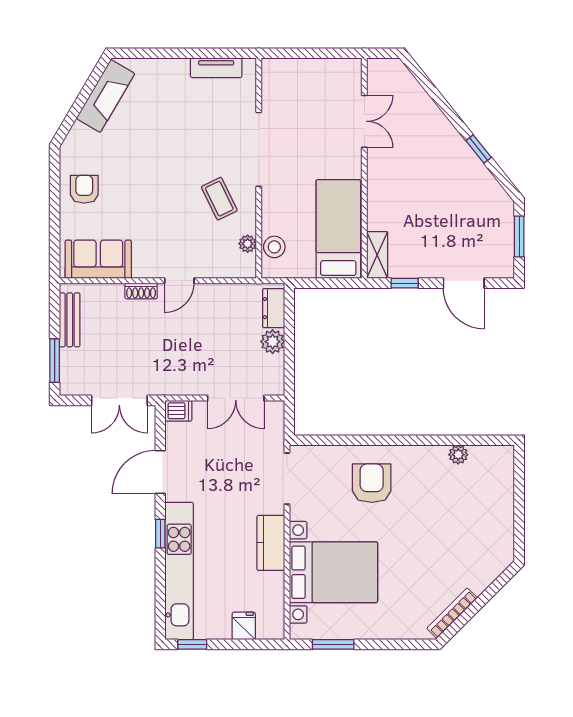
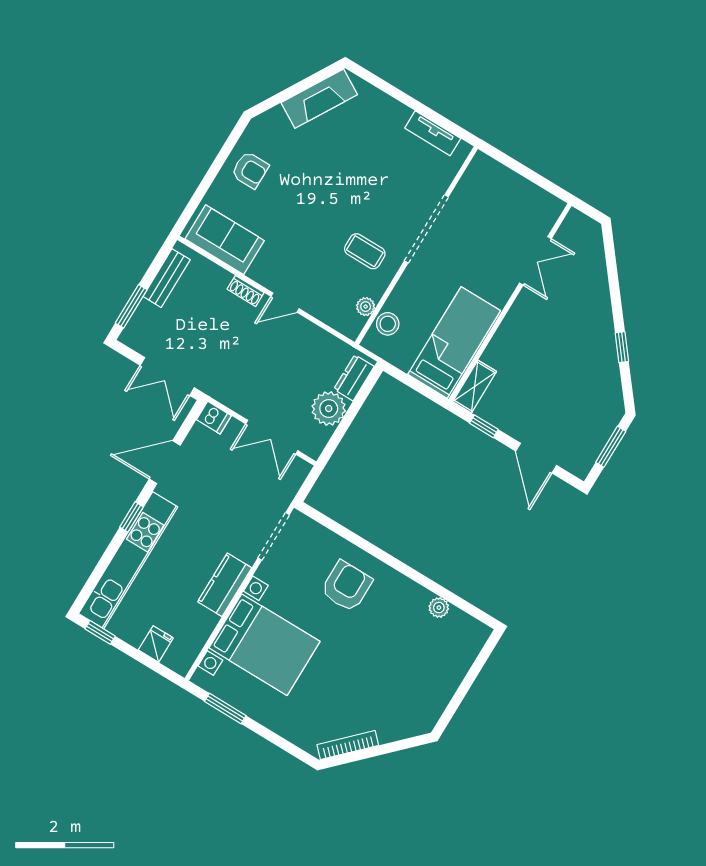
armchair: (84, 189) -> (250, 170), turned 90
coffee table: (219, 199) -> (365, 251), turned -64
plant: (273, 342) -> (329, 408), width x1.36, depth x1.36

